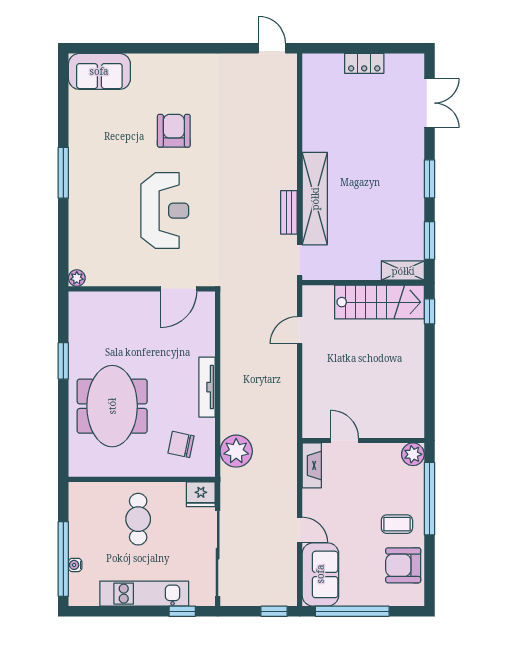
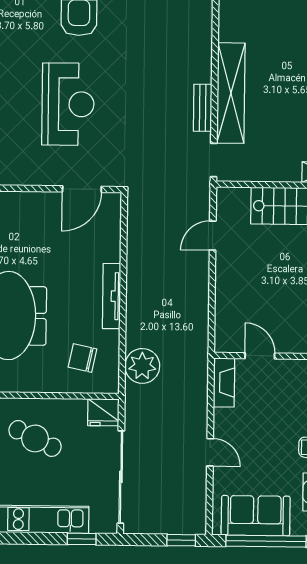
cafe table: (138, 519) -> (35, 438), turned -64
sofa: (320, 574) -> (256, 516), moved, turned -90

